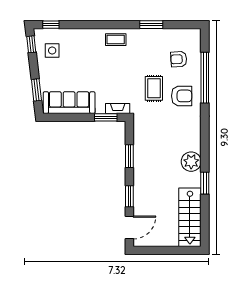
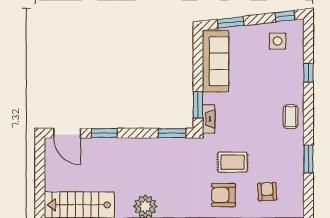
window: (51, 25) -> (308, 73), moved
armchair: (182, 96) -> (223, 195), turned 90
window: (129, 156) -> (172, 133), moved

